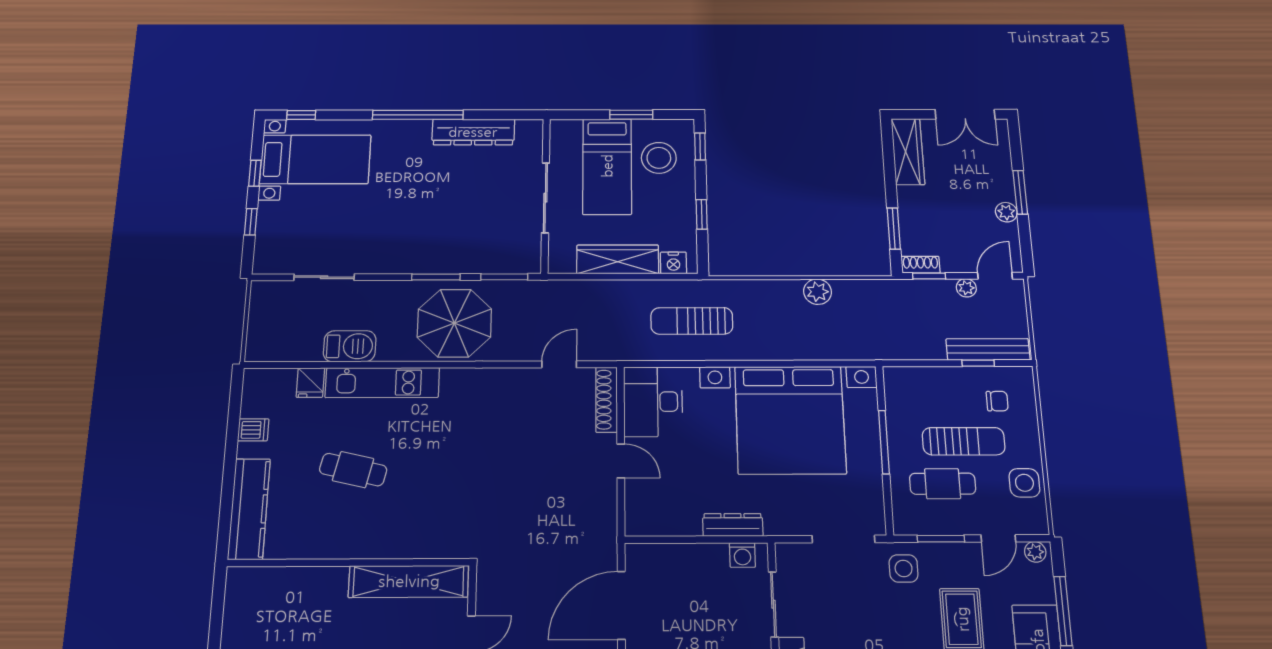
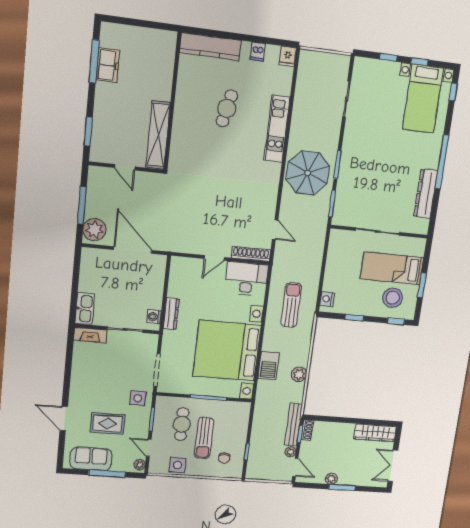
window: (894, 229) -> (330, 419), removed
wardrobe: (618, 259) -> (334, 268), removed
barbecue: (350, 346) -> (269, 366), moved
bench: (988, 349) -> (293, 425), moved
fridge: (310, 383) -> (288, 56), moved, turned -90

